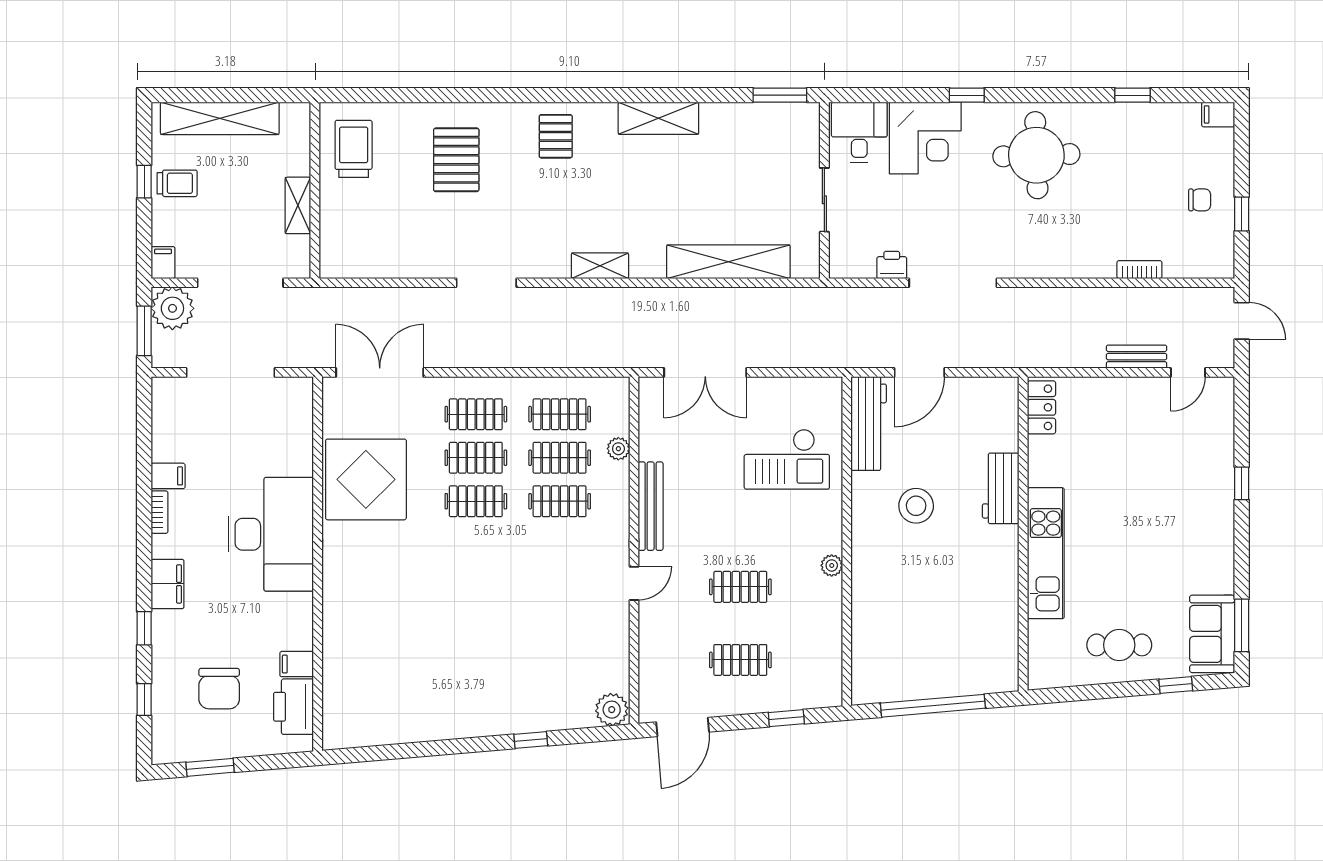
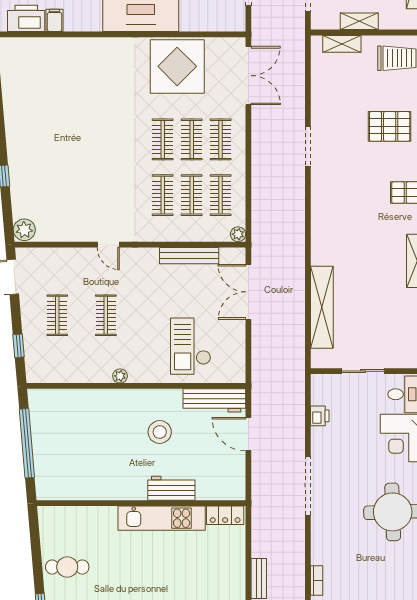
shelving: (600, 266) -> (342, 44), moved, turned 90
doorway: (953, 283) -> (308, 486), moved
plant: (618, 449) -> (238, 234), moved
bench: (651, 506) -> (189, 256), moved
kitchen unit: (1046, 553) -> (162, 518), moved
cafe table: (1119, 645) -> (67, 567), turned 90

